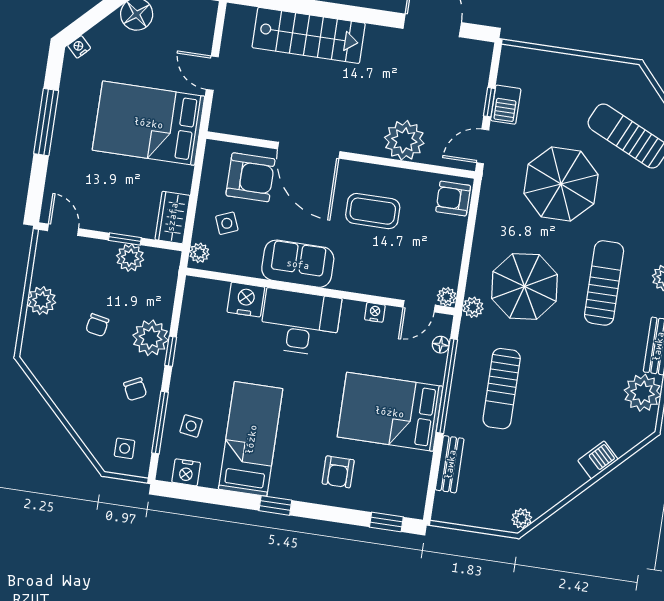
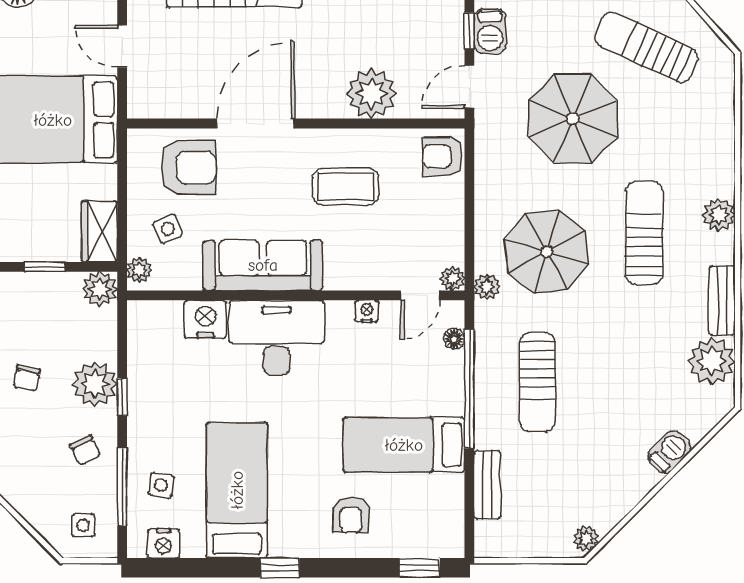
door: (309, 150) -> (255, 123), swing flipped
plant: (130, 258) -> (100, 289), moved
sofa: (298, 264) -> (263, 265), width x1.36
bed: (390, 412) -> (404, 445), width x0.67

